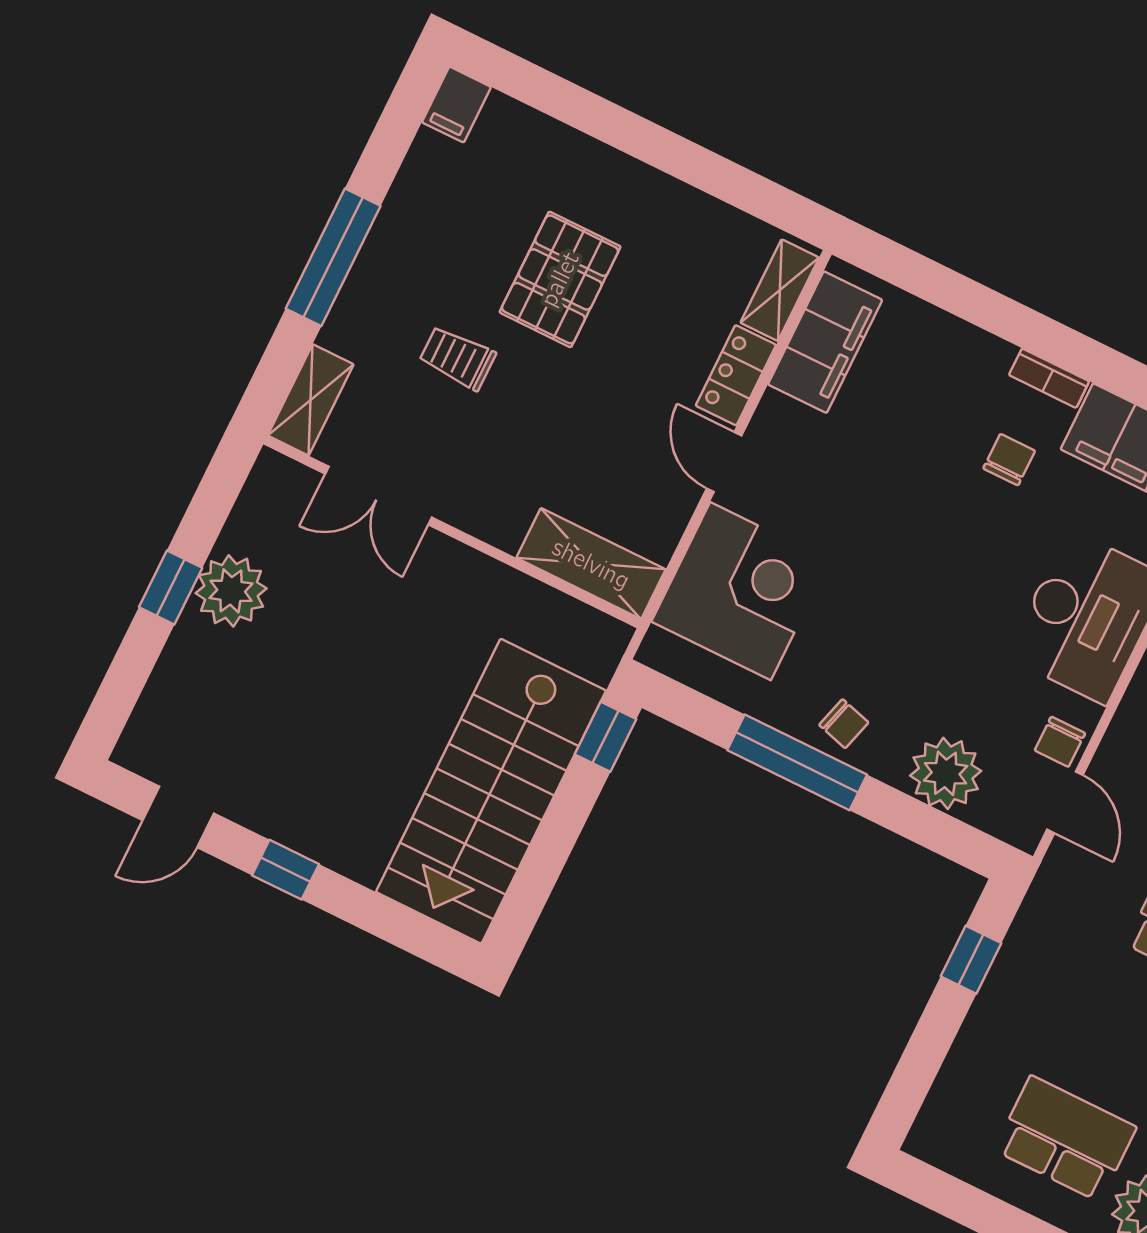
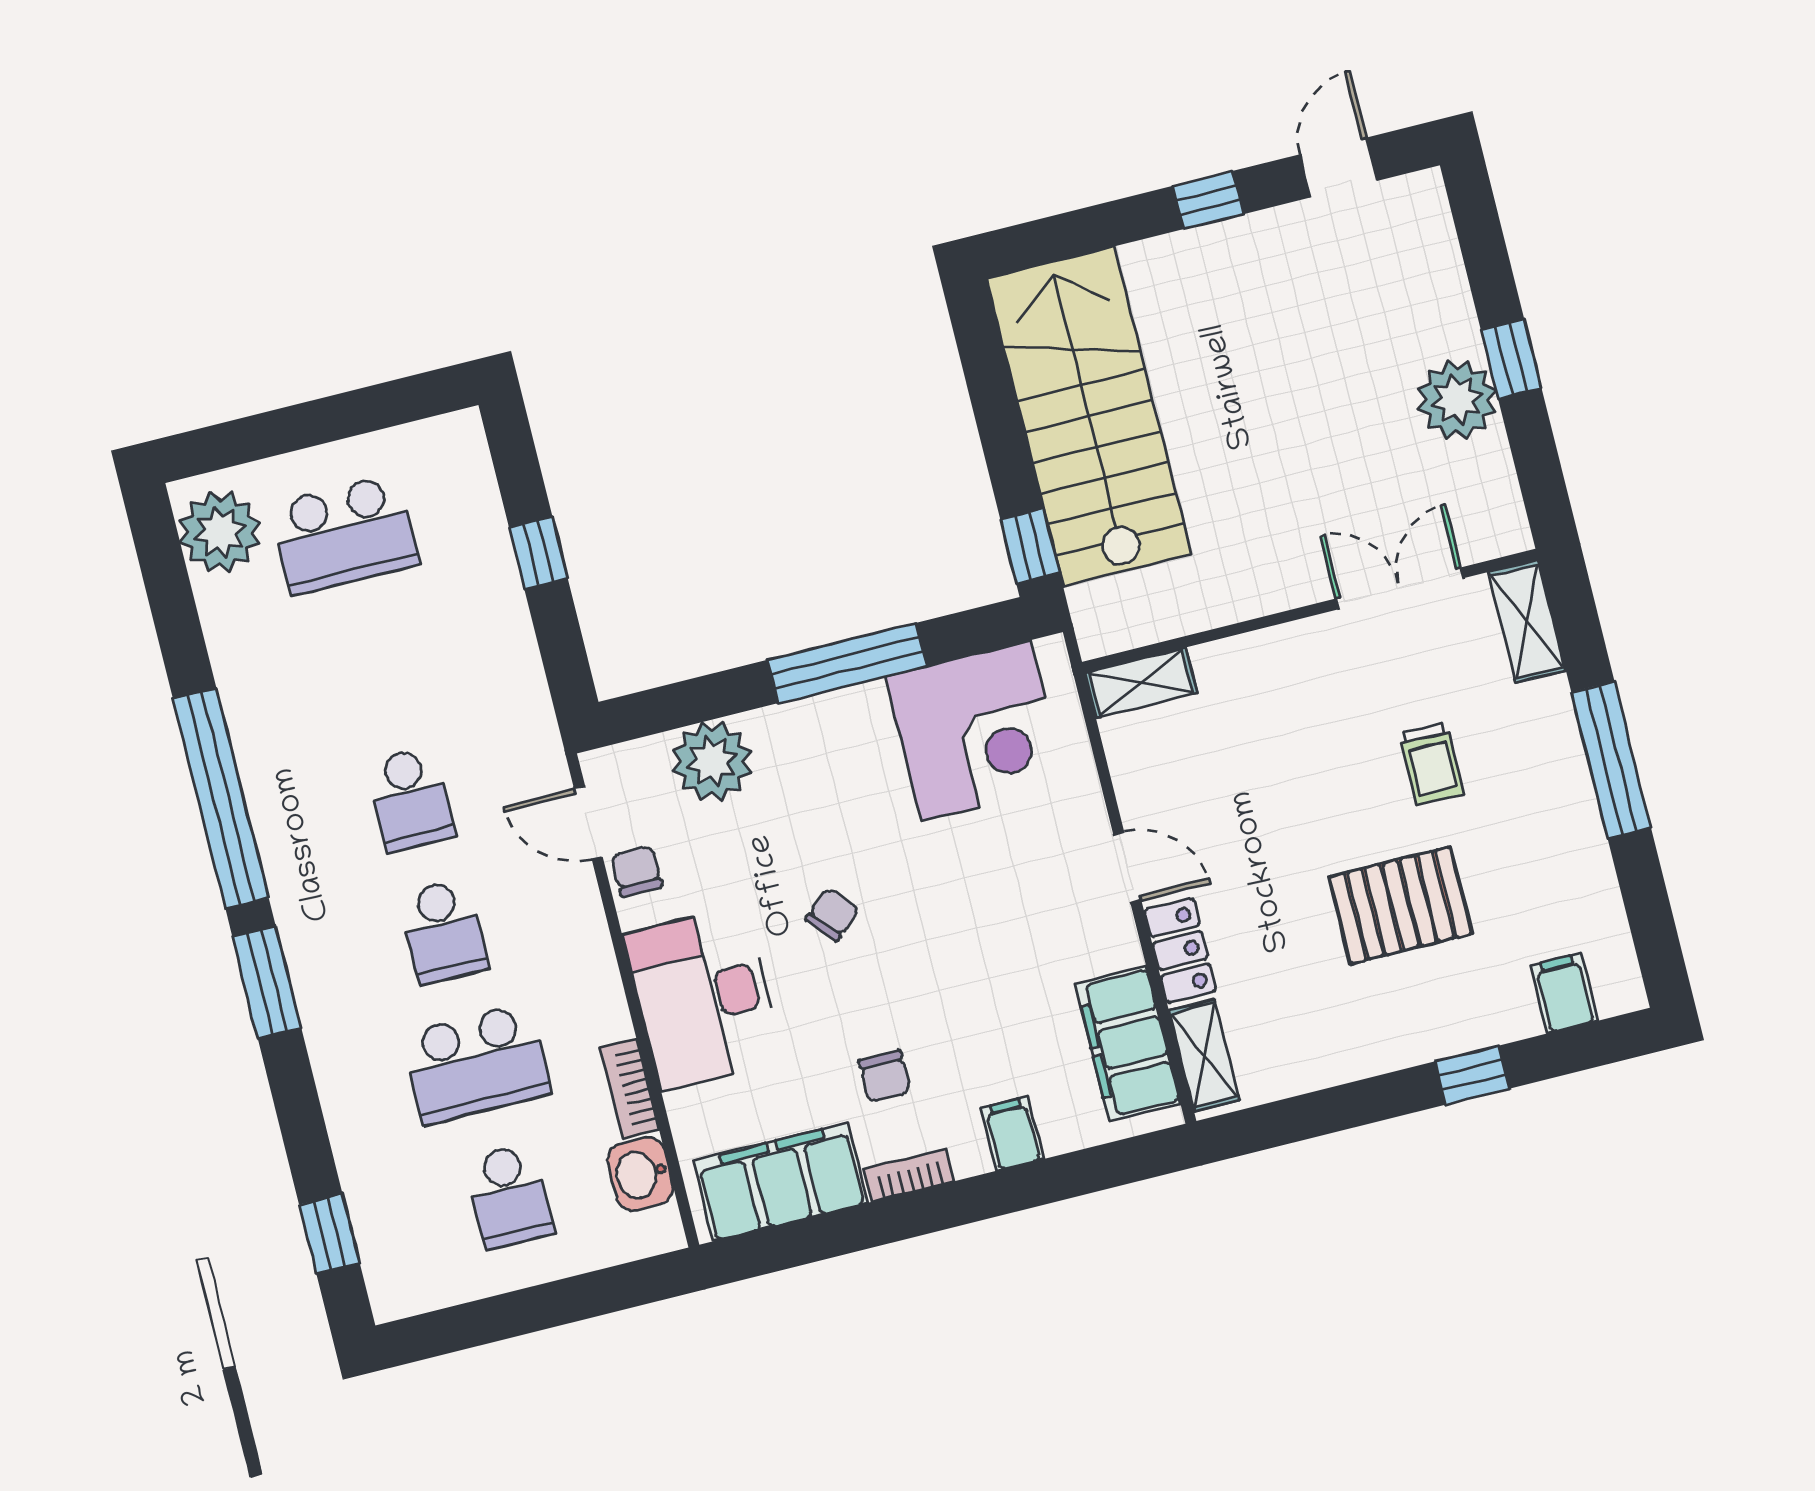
filing cabinet: (456, 105) -> (1564, 993), moved
window: (609, 123) -> (1472, 1075), added
pallet: (560, 279) -> (1400, 905), turned 90
filing cabinet: (955, 347) -> (1012, 1133), added
trolley: (457, 358) -> (1432, 764), turned 90
shelving: (591, 564) -> (1141, 683), width x0.67, depth x0.75
corner desk: (740, 591) -> (976, 731), moved, turned -90
chair: (844, 724) -> (832, 914), moved, turned 123
window: (971, 960) -> (538, 553), moved

